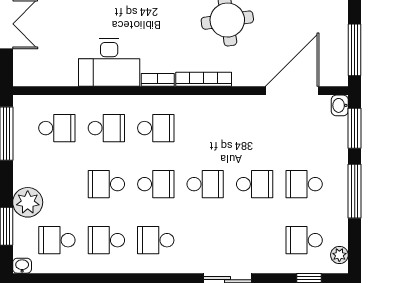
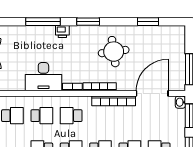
bookcase: (227, 103) -> (114, 101), added
school desk: (156, 128) -> (71, 116), turned 180

